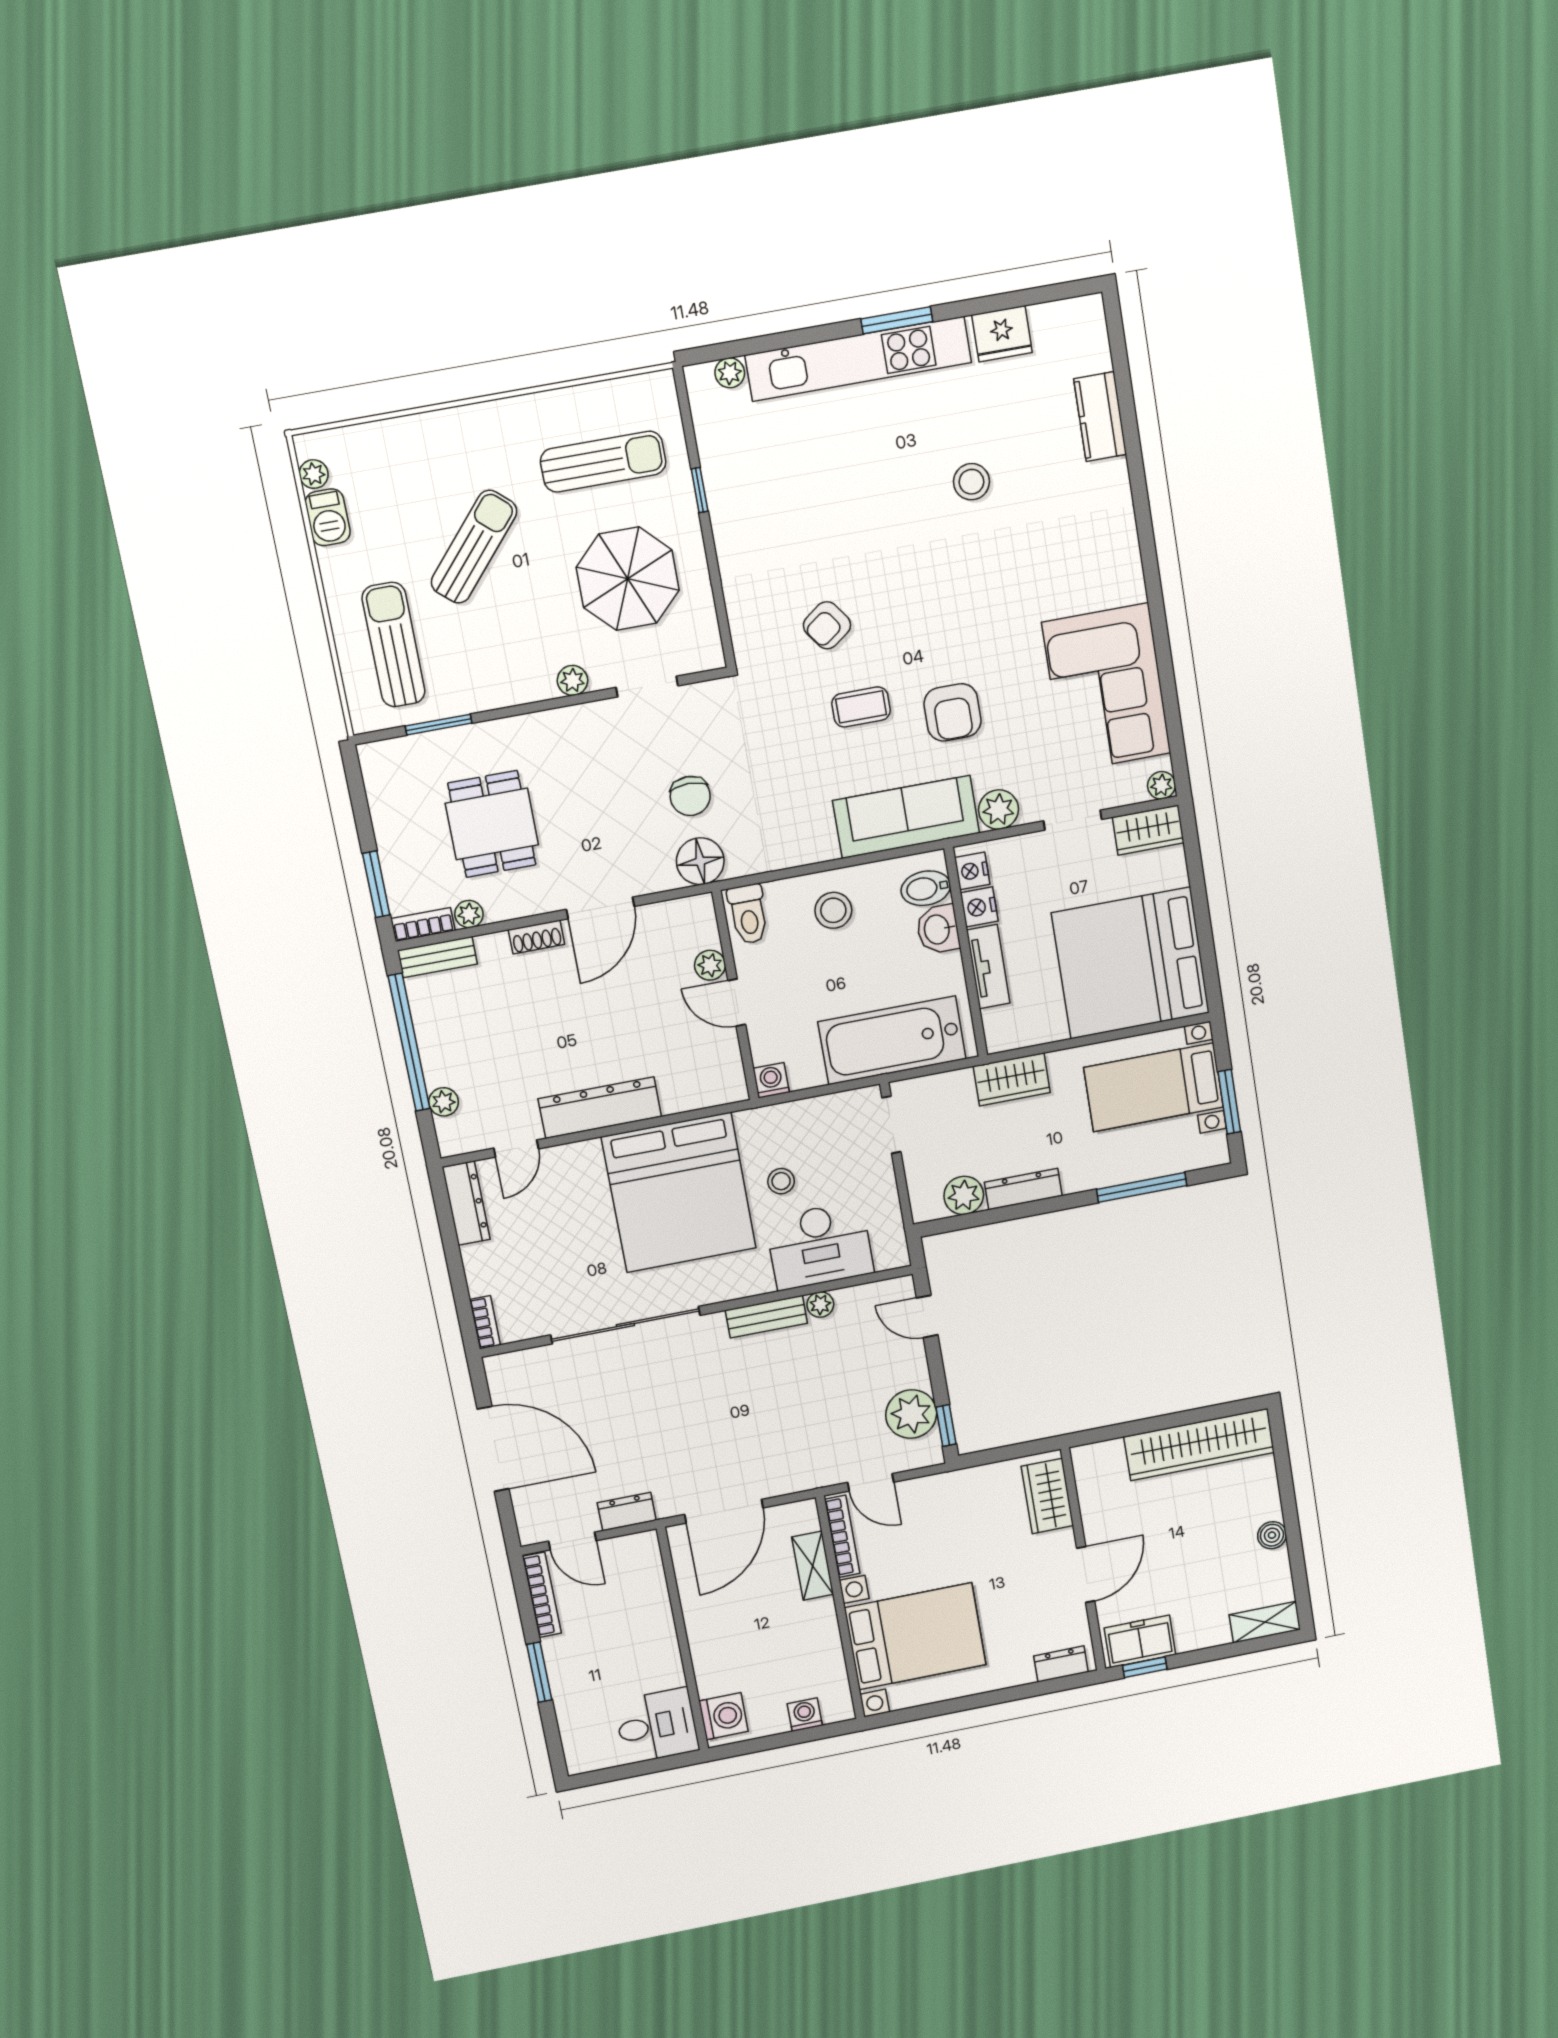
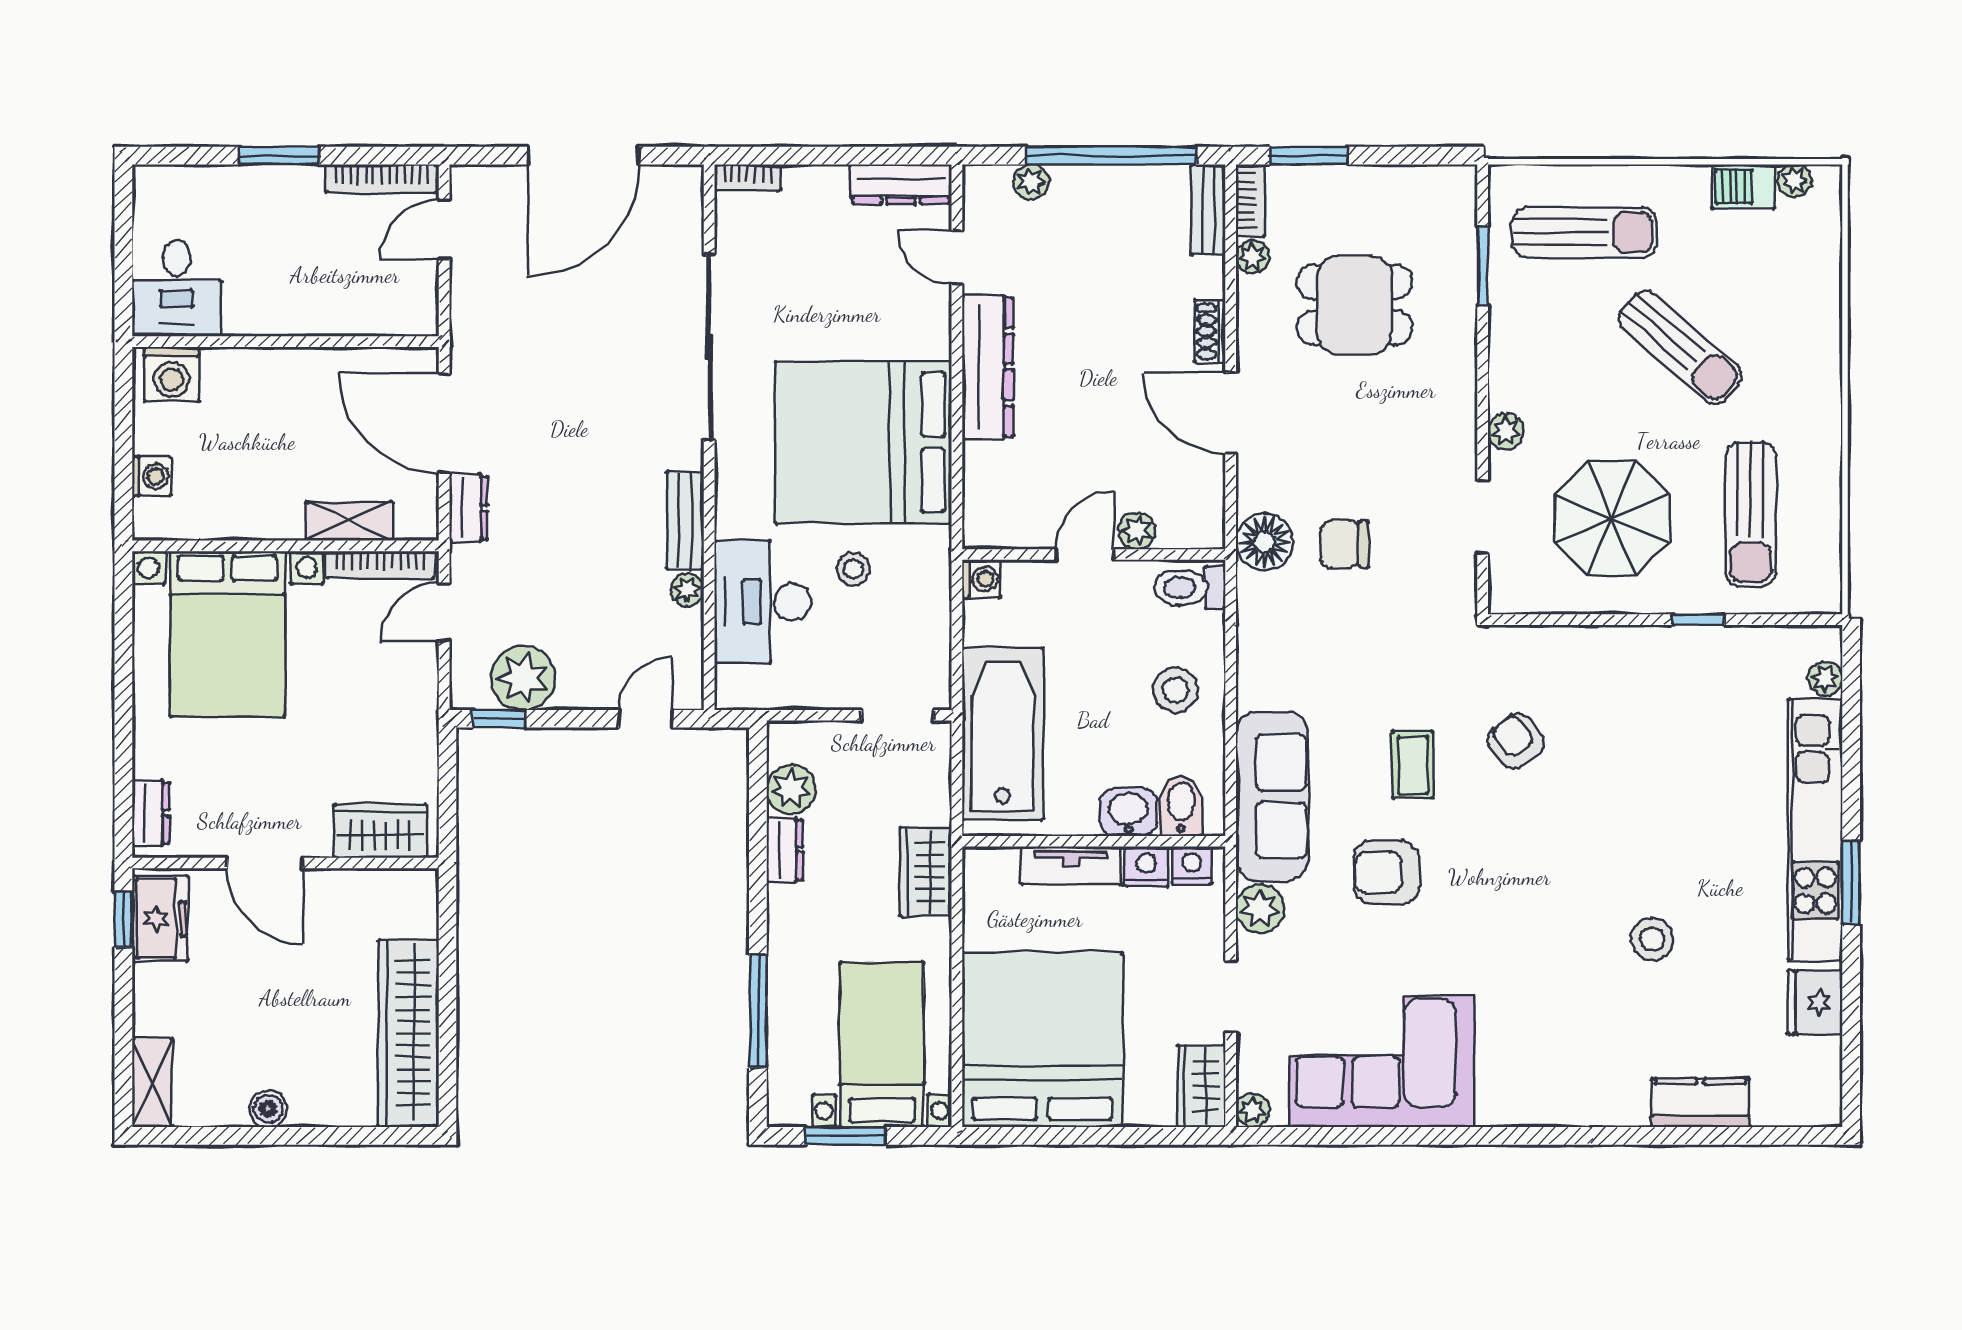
dresser: (1023, 1189) -> (785, 850), width x0.70
dresser: (627, 1512) -> (468, 508), moved

